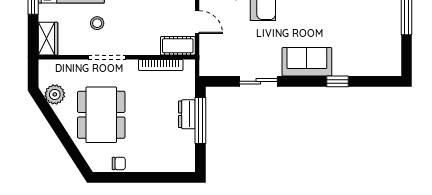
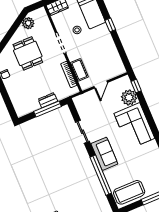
cot: (178, 46) -> (79, 70), moved
coffee table: (383, 49) -> (129, 192), added
window: (338, 81) -> (101, 175), width x3.17
dining table: (101, 115) -> (28, 53), width x0.73

